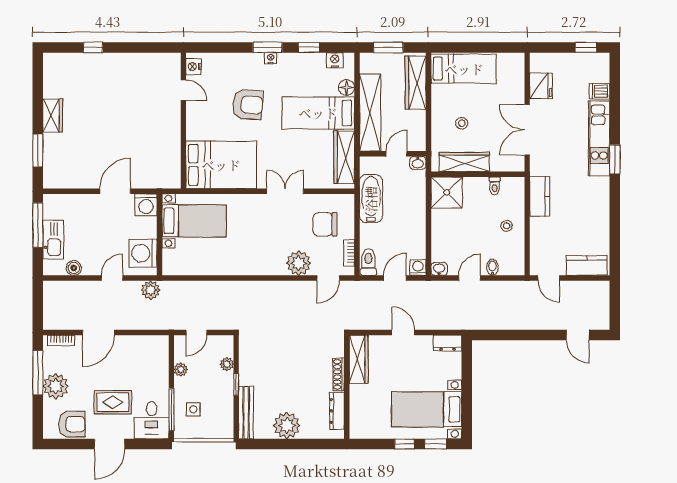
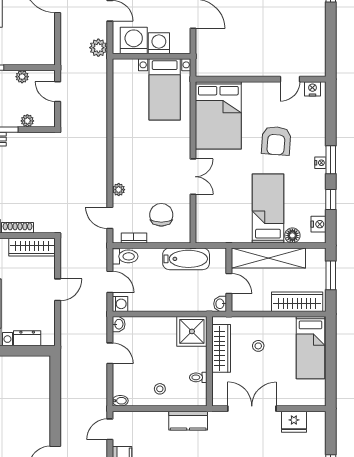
wardrobe: (344, 157) -> (226, 233), removed
washing machine: (146, 205) -> (159, 43), moved, turned 90
plant: (299, 263) -> (119, 190), width x0.53, depth x0.53
bidet: (492, 267) -> (120, 401), moved
dresser: (447, 343) -> (27, 338), moved, turned 90

